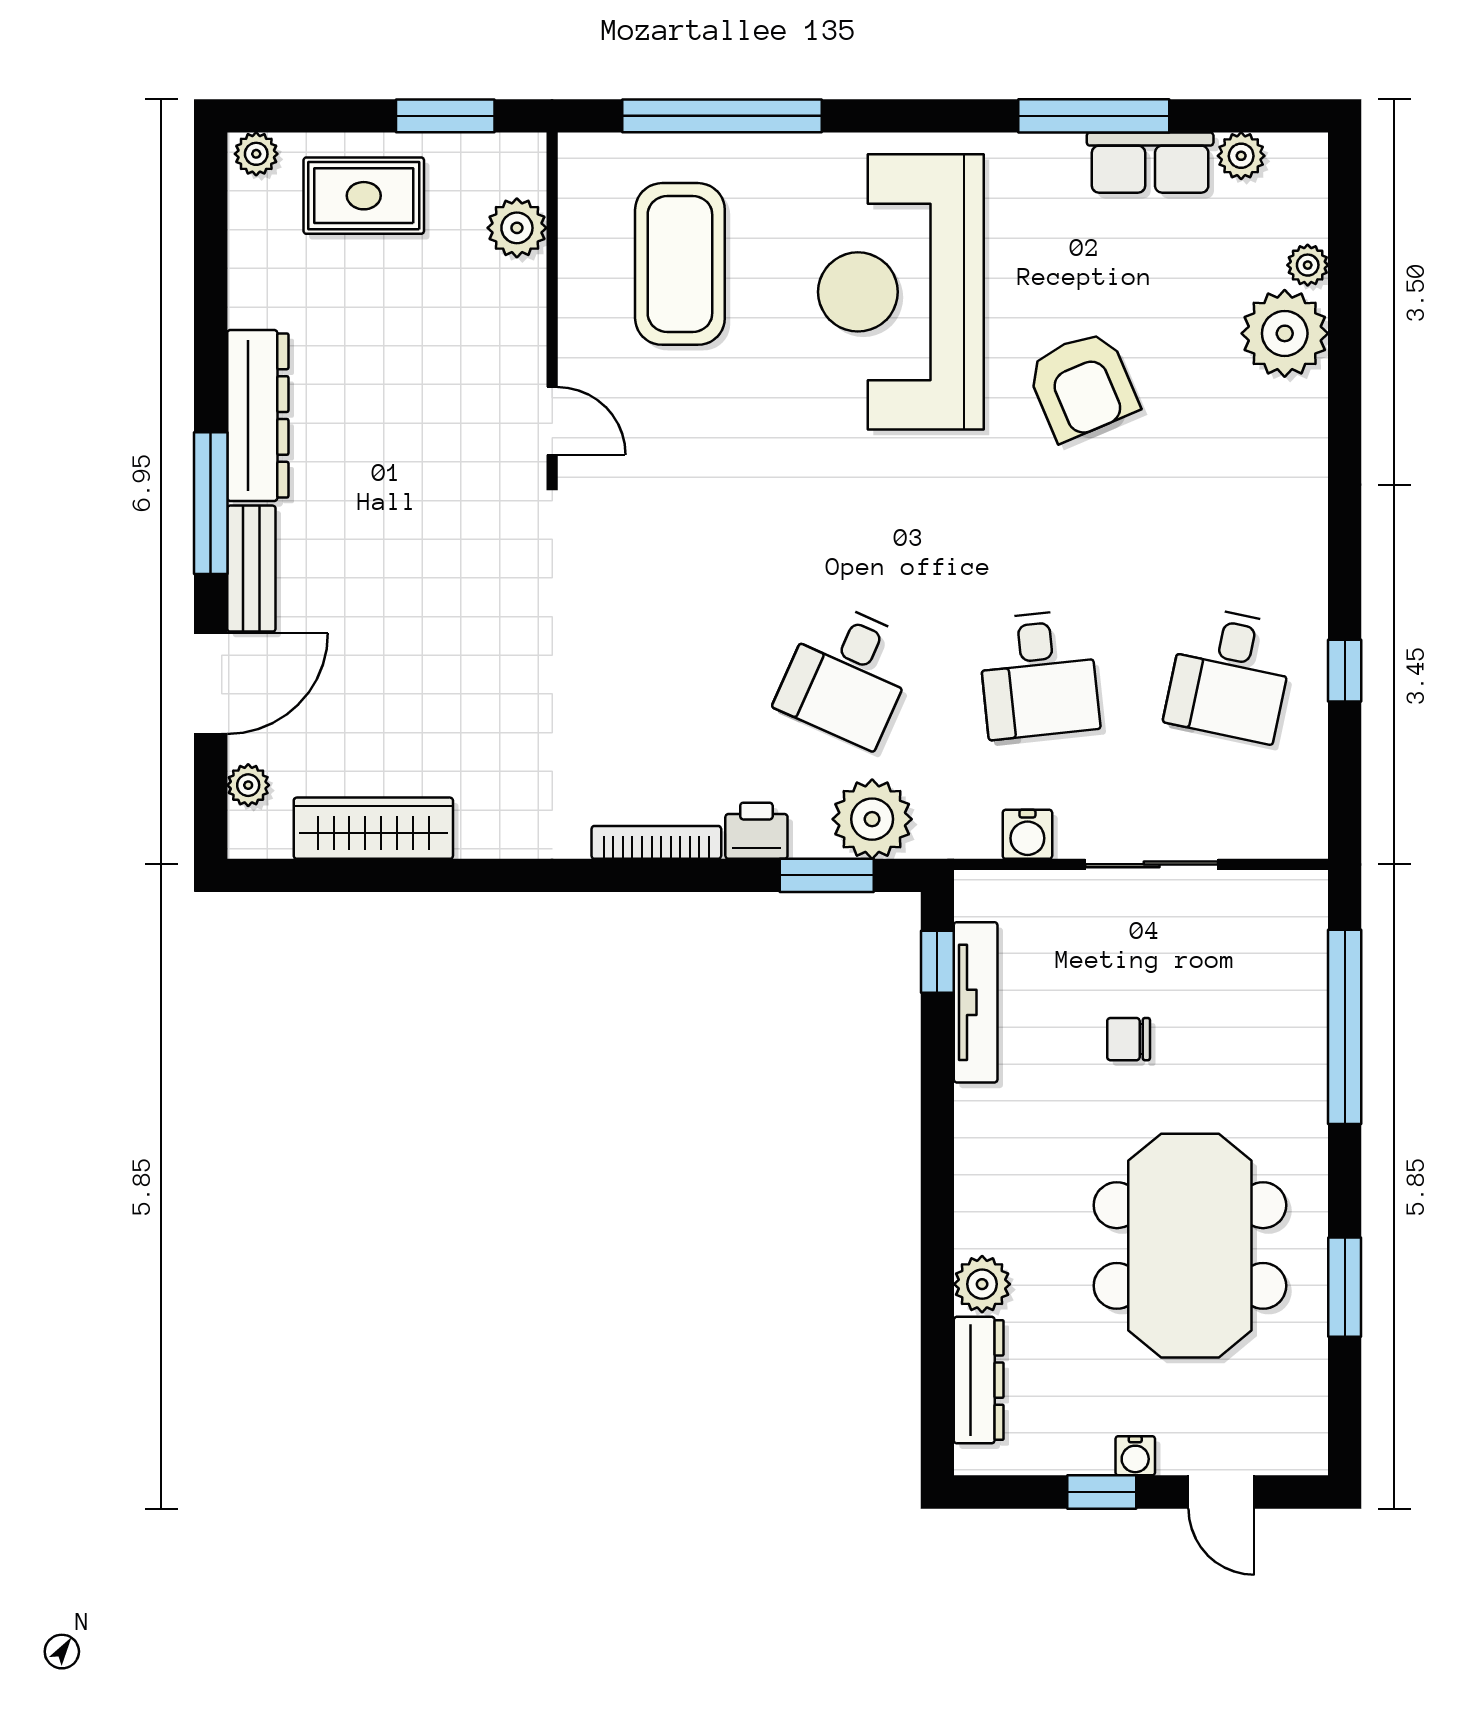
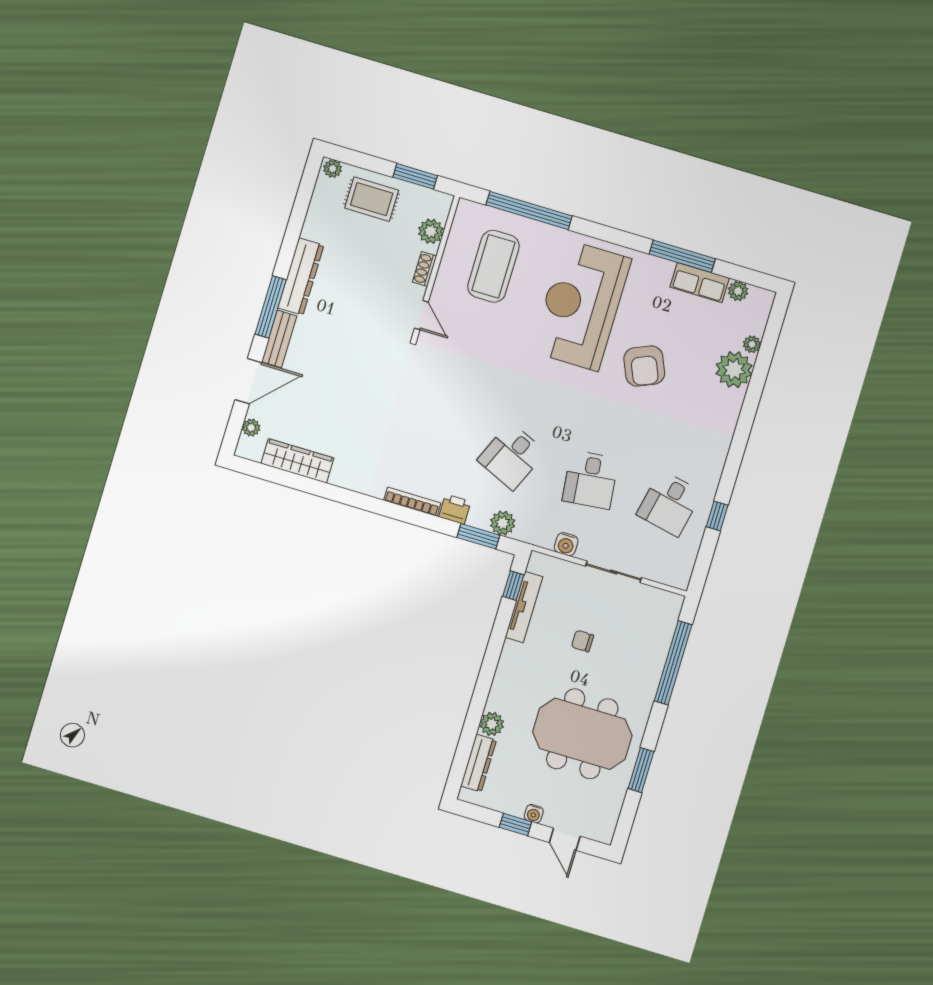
shoe rack: (528, 316) -> (425, 269), added
plant: (872, 819) -> (503, 523), width x0.73, depth x0.73
meeting table: (1190, 1246) -> (582, 734), turned 90

